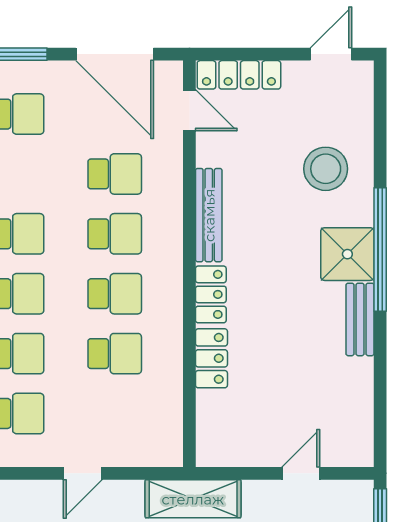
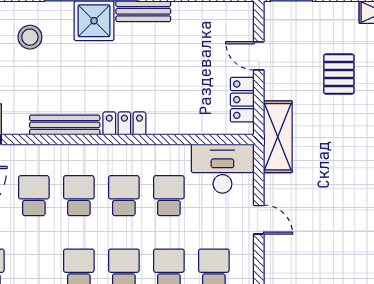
stool: (326, 169) -> (30, 37), width x0.73, depth x0.73
locker: (211, 358) -> (242, 100), moved, turned -90
desk: (151, 425) -> (222, 169), added

